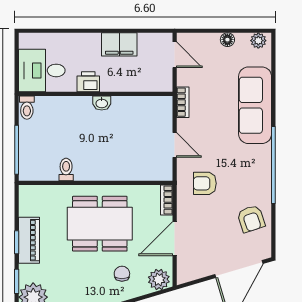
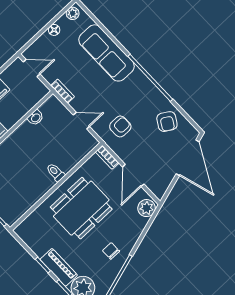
washbasin: (102, 103) -> (36, 118), moved
toilet: (66, 169) -> (56, 172), moved
armchair: (205, 183) -> (120, 126), turned 180
armchair: (251, 219) -> (167, 122), turned 49
piano: (29, 240) -> (59, 267), moved
chair: (122, 274) -> (111, 251), moved

